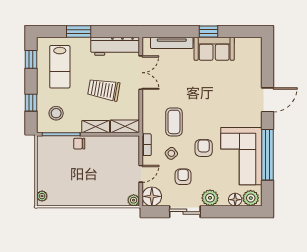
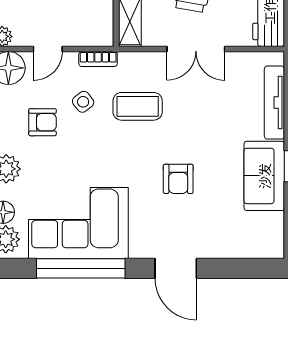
double door: (141, 73) -> (196, 49), moved
armchair: (204, 148) -> (178, 179), moved, turned 90
door: (141, 174) -> (48, 49), hinge flipped

